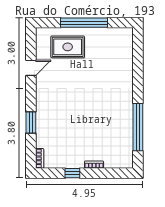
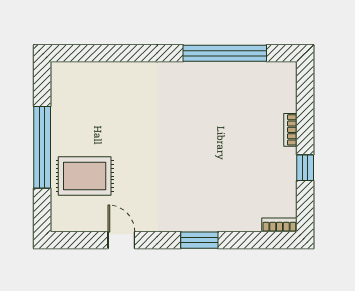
rug: (68, 47) -> (85, 176), turned 90
window: (31, 123) -> (199, 240), moved

